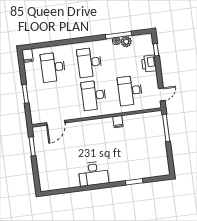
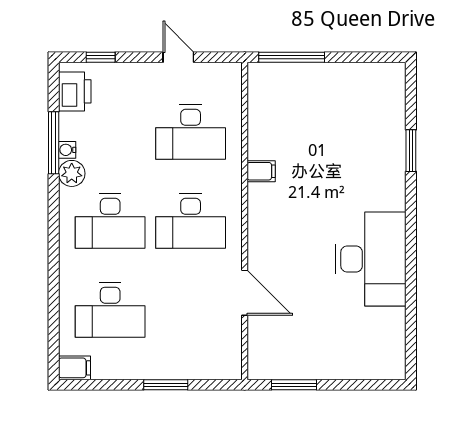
plant: (126, 42) -> (72, 173), moved
printer: (149, 64) -> (75, 91), moved, turned -90
door: (162, 95) -> (178, 57), moved
door: (56, 123) -> (245, 293), moved
desk: (93, 174) -> (371, 259), width x1.36, depth x1.30

